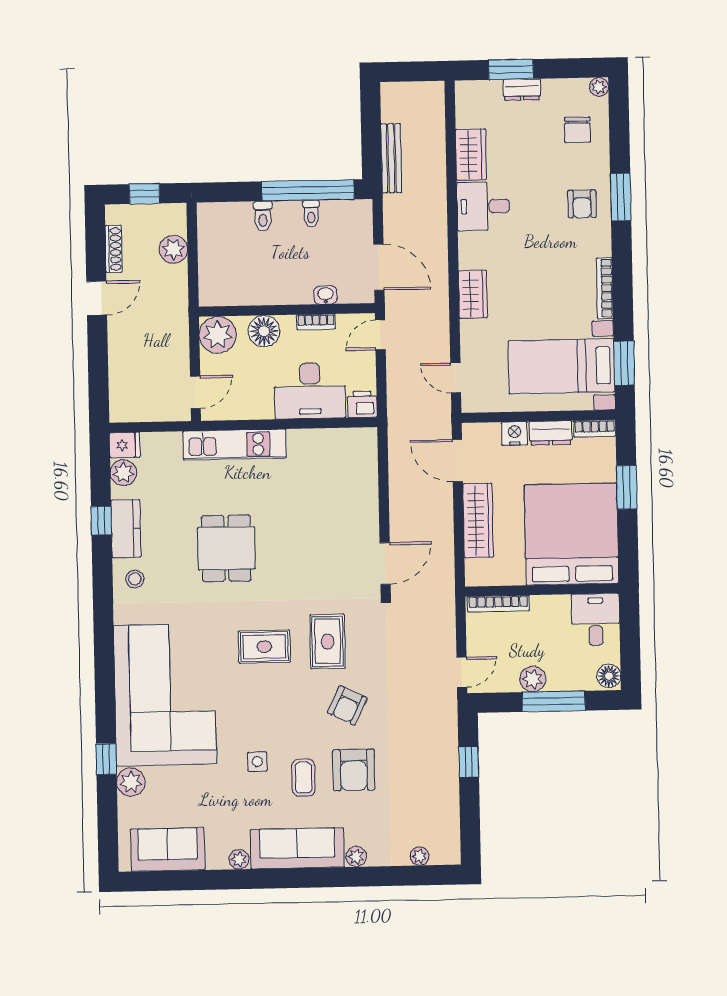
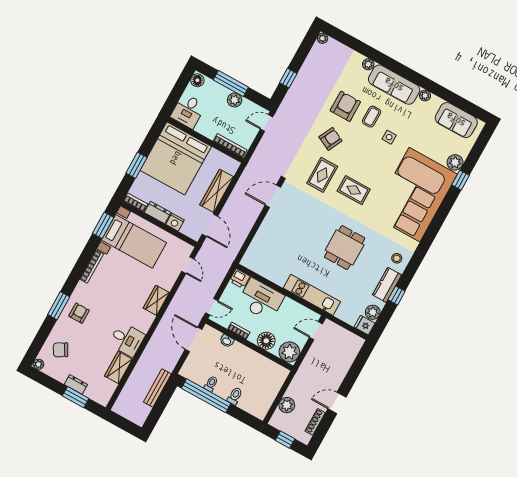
chair: (577, 130) -> (61, 350), turned -120
plant: (420, 856) -> (322, 38), moved

